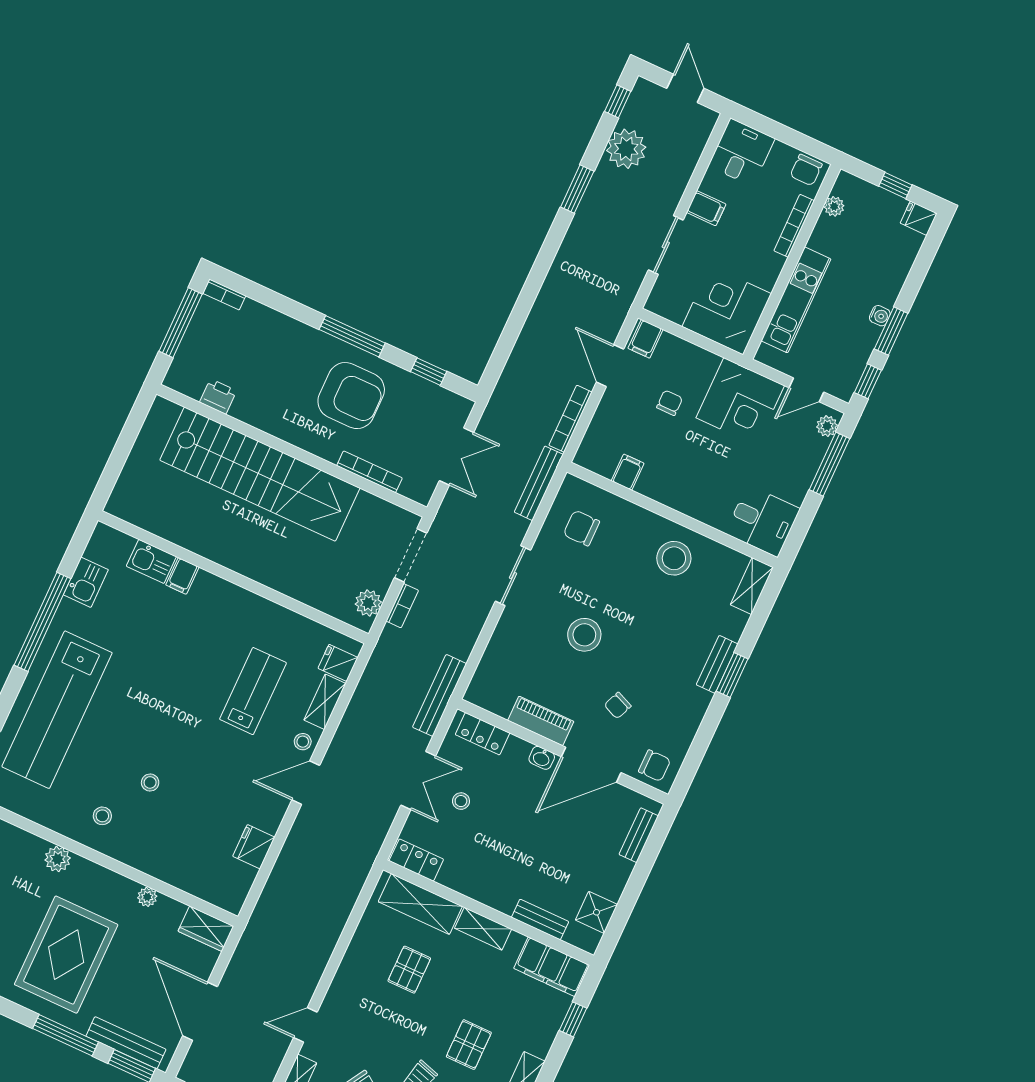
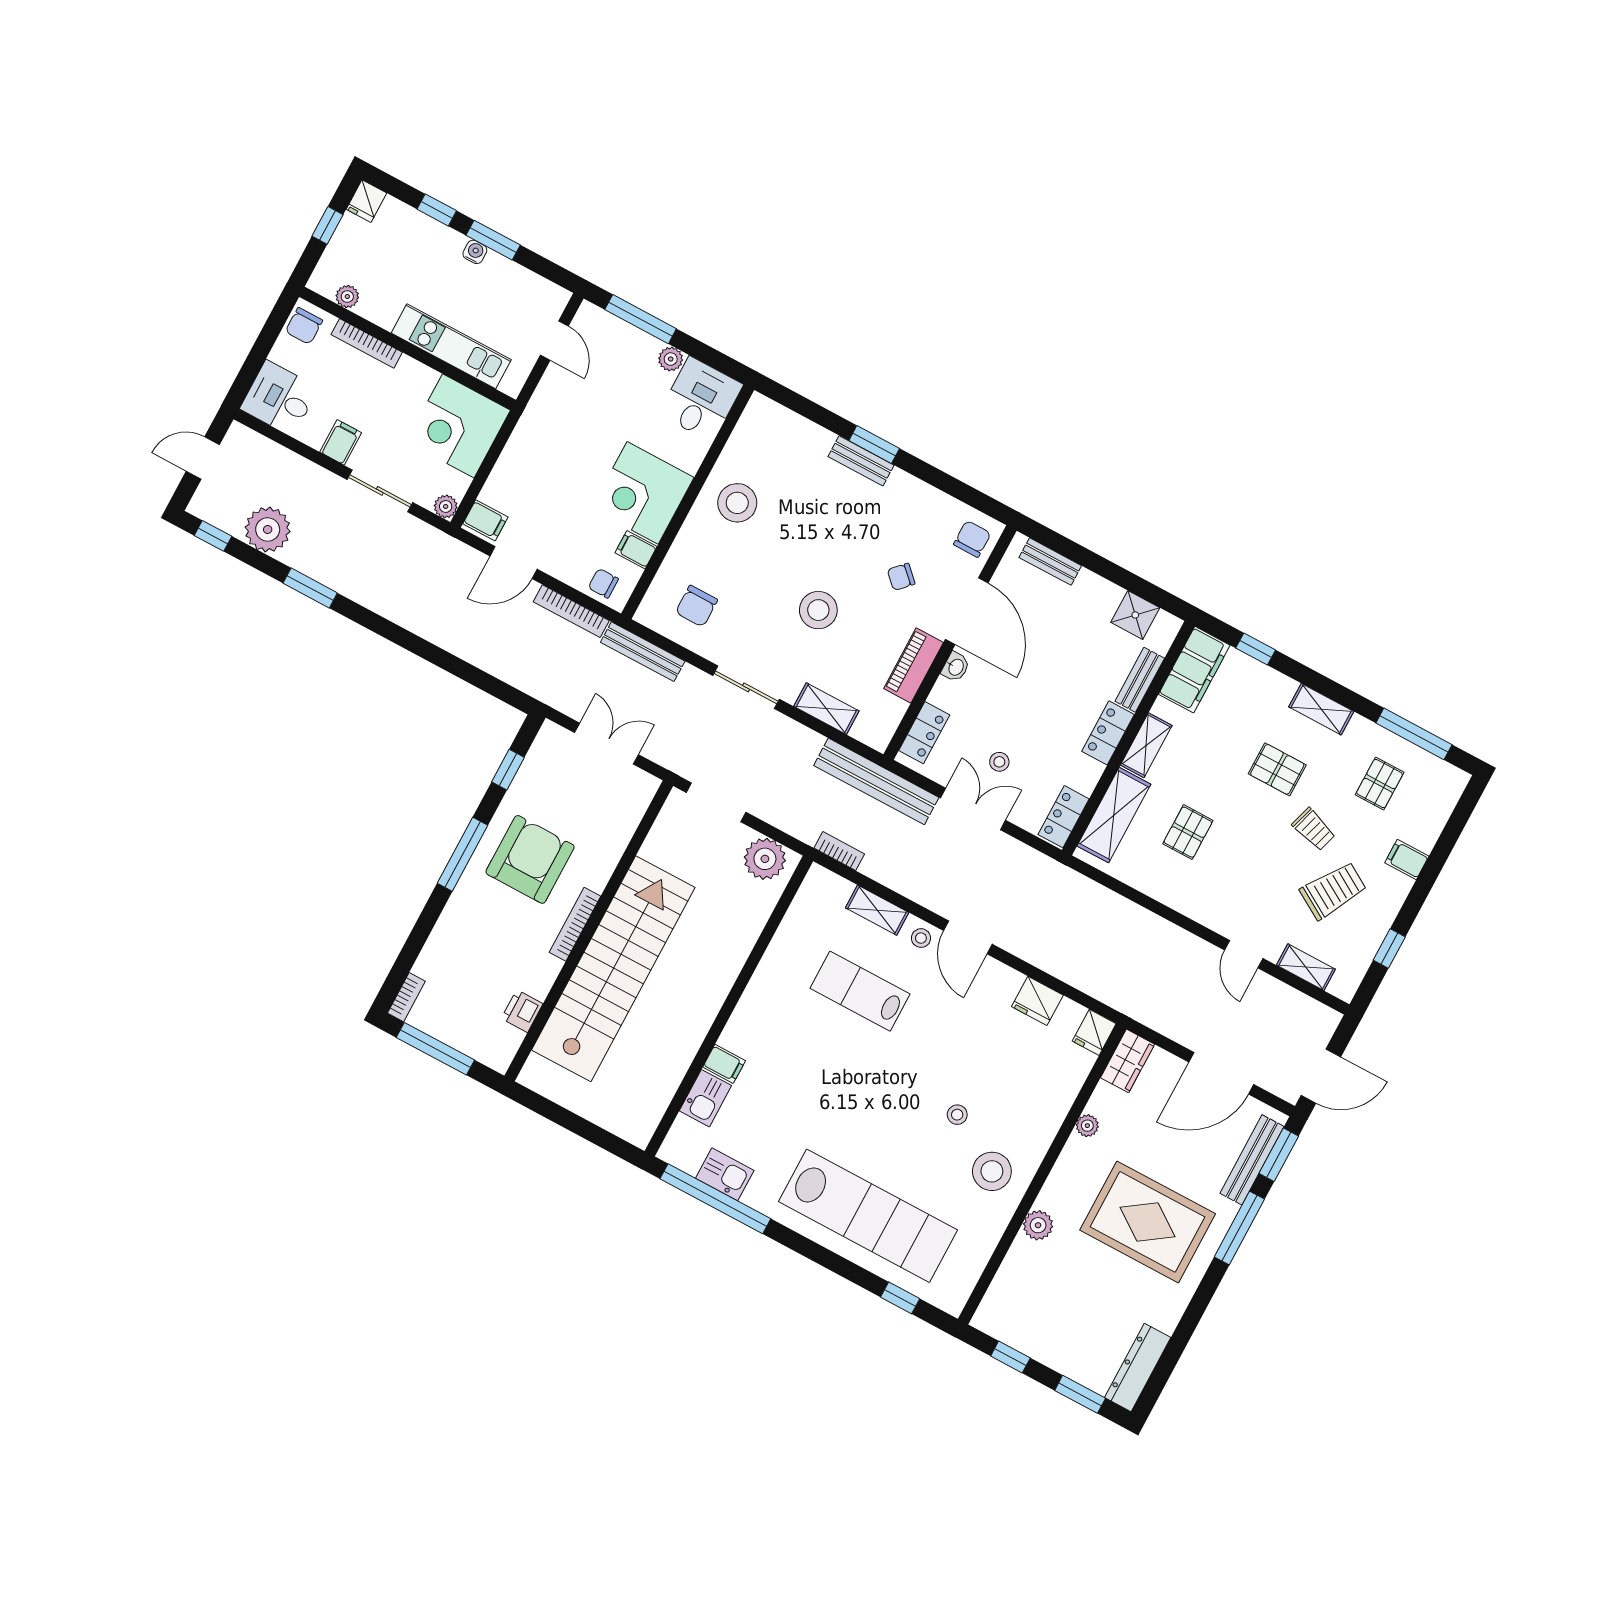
chair: (806, 170) -> (304, 326), turned 90
plant: (656, 303) -> (446, 506), added
window: (868, 381) -> (437, 210), moved
corner desk: (740, 402) -> (643, 493), moved, turned 180
chair: (670, 403) -> (603, 583), moved
plant: (827, 426) -> (671, 359), moved
bookcase: (369, 472) -> (575, 924), moved
shelving: (752, 586) -> (826, 709), moved
plant: (368, 603) -> (765, 859), width x1.36, depth x1.36
bookcase: (402, 606) -> (839, 851), moved
window: (42, 622) -> (715, 1199), moved
fridge: (338, 663) -> (1094, 1032), moved
bench: (440, 695) -> (876, 781), width x1.37, depth x1.21
chair: (618, 705) -> (901, 577), turned 111
stool: (102, 816) -> (992, 1171), width x1.89, depth x1.89
locker: (492, 895) -> (1108, 733), added
pallet: (409, 970) -> (1188, 832), turned 90

